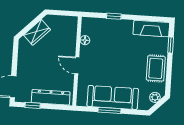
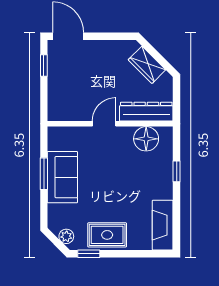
floor lamp: (85, 40) -> (146, 139), width x1.89, depth x1.89
window: (171, 45) -> (89, 254), moved
dresser: (51, 97) -> (146, 112), moved, turned -90
sofa: (113, 97) -> (62, 177), width x0.73

